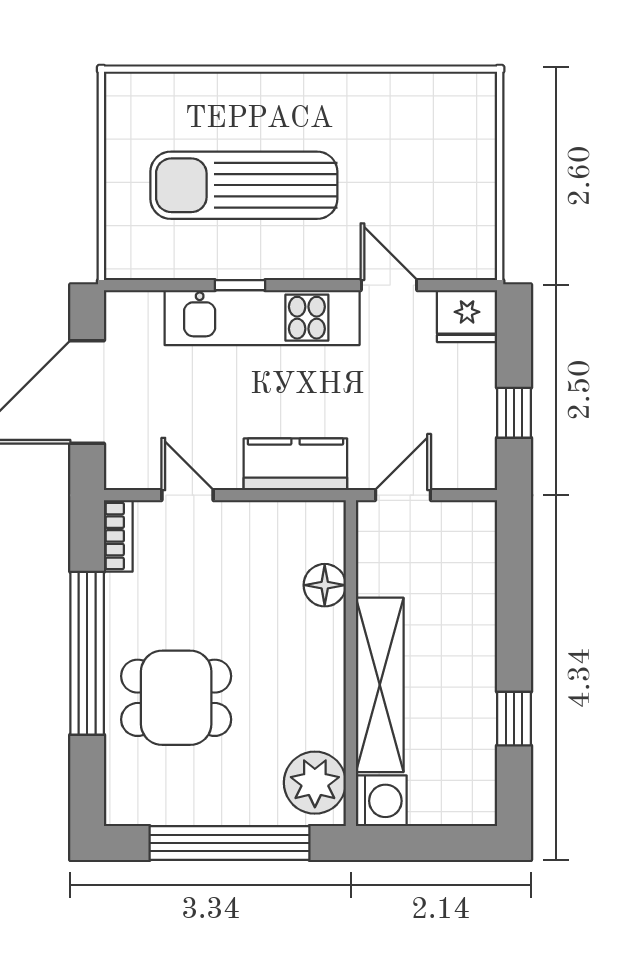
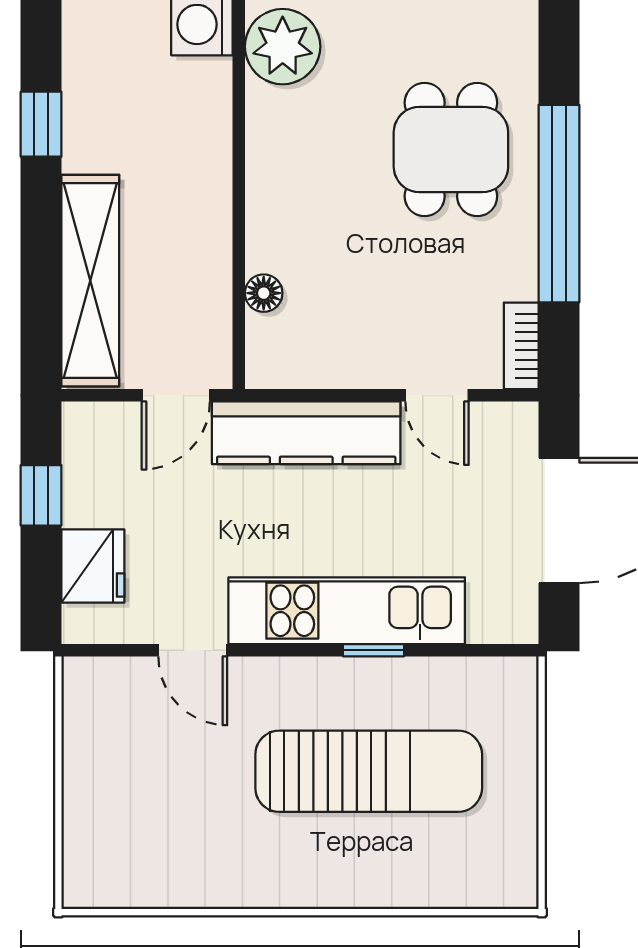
fridge: (467, 316) -> (93, 566), moved, turned 90
kitchen counter: (295, 464) -> (306, 433), width x1.50
floor lamp: (325, 585) -> (264, 293), width x0.73, depth x0.73
shelving: (380, 685) -> (90, 281), moved
dining table: (176, 698) -> (451, 150), turned 90

